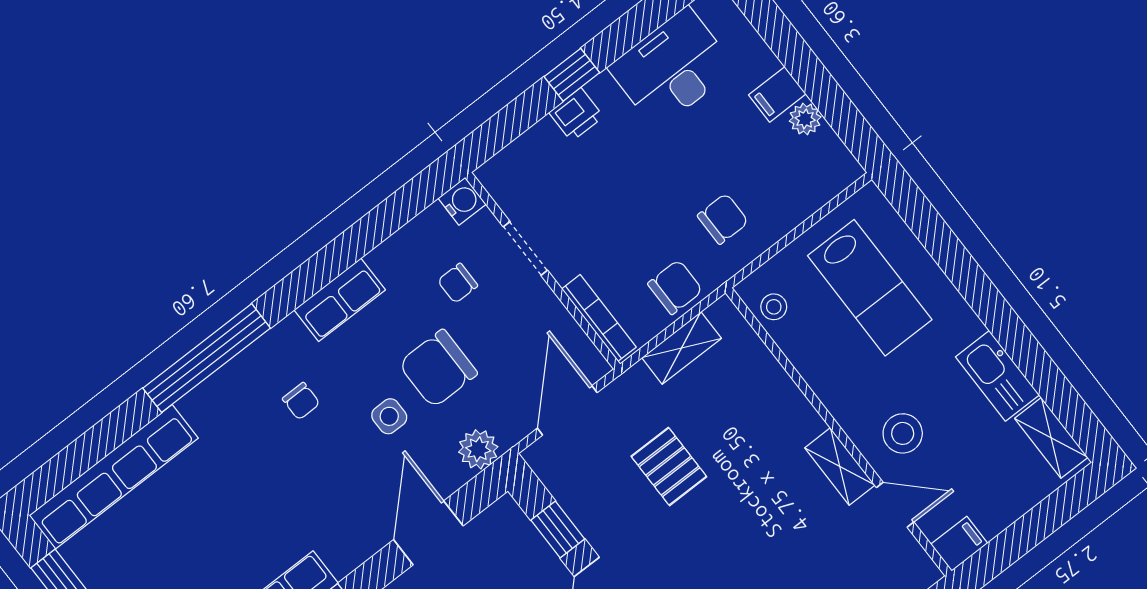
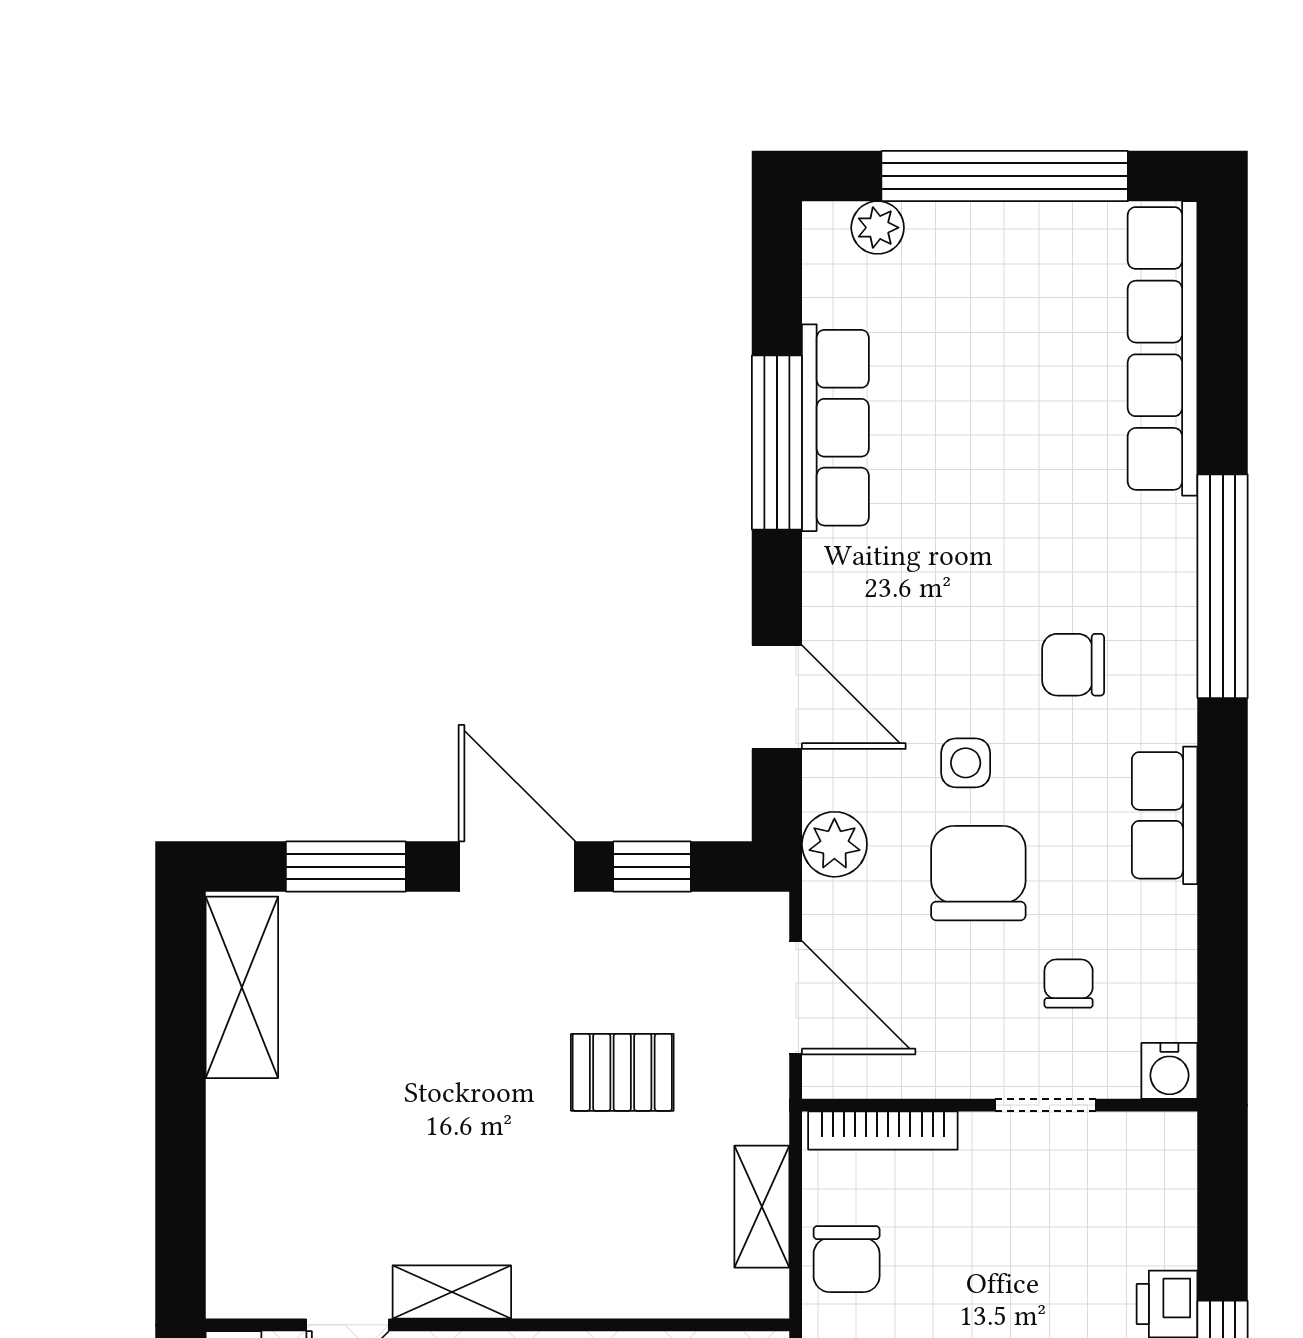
chair: (301, 401) -> (1073, 665), width x1.37, depth x1.37

